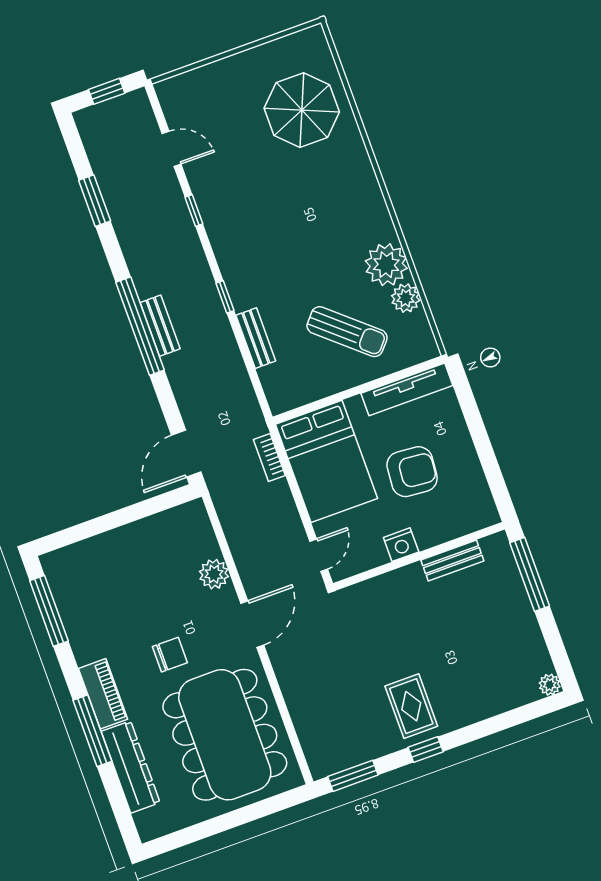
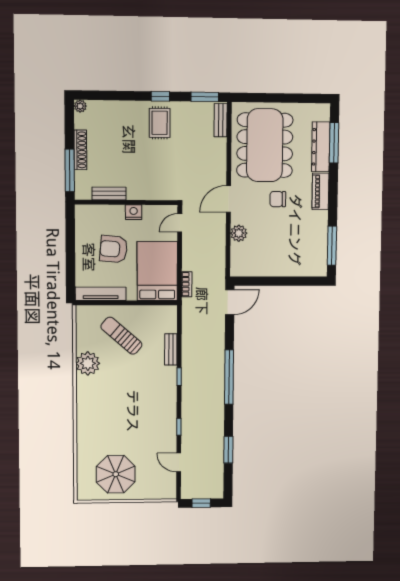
parasol: (302, 110) -> (116, 474), moved
plant: (406, 298) -> (84, 342), removed
bench: (160, 326) -> (221, 120), moved
shoe rack: (524, 614) -> (80, 150), added
window: (92, 731) -> (334, 143), moved

